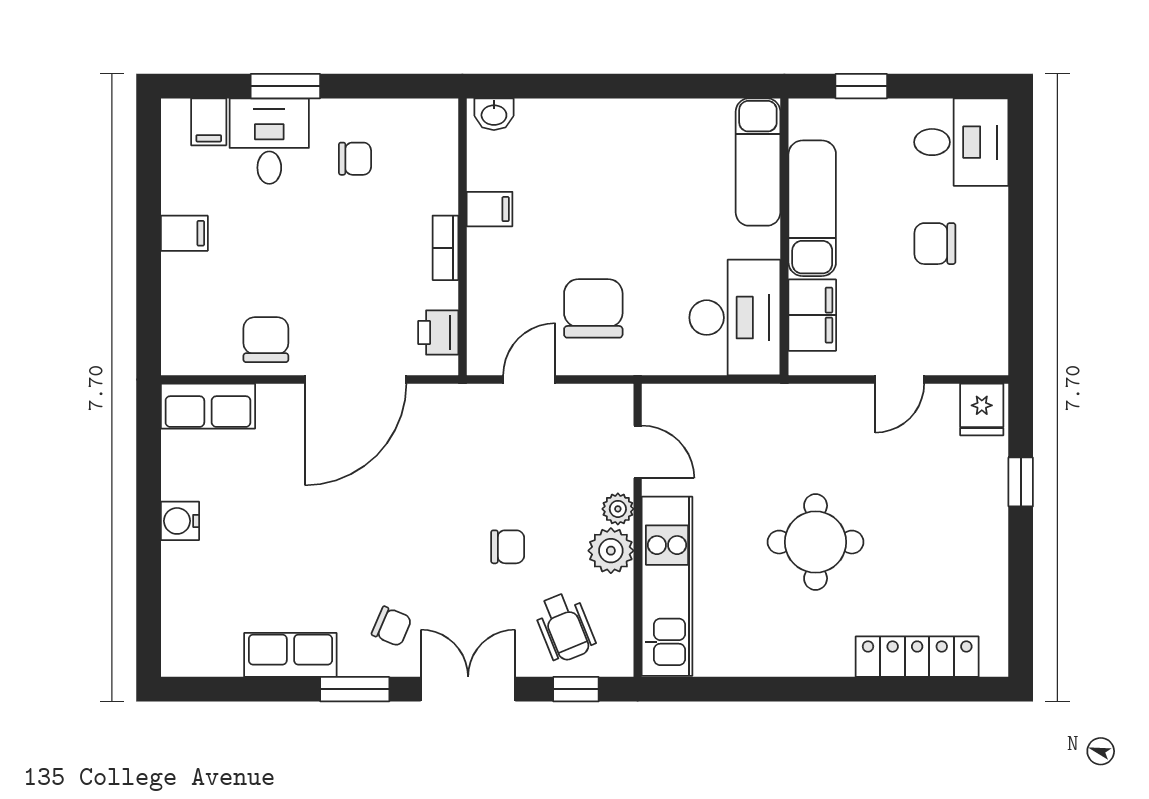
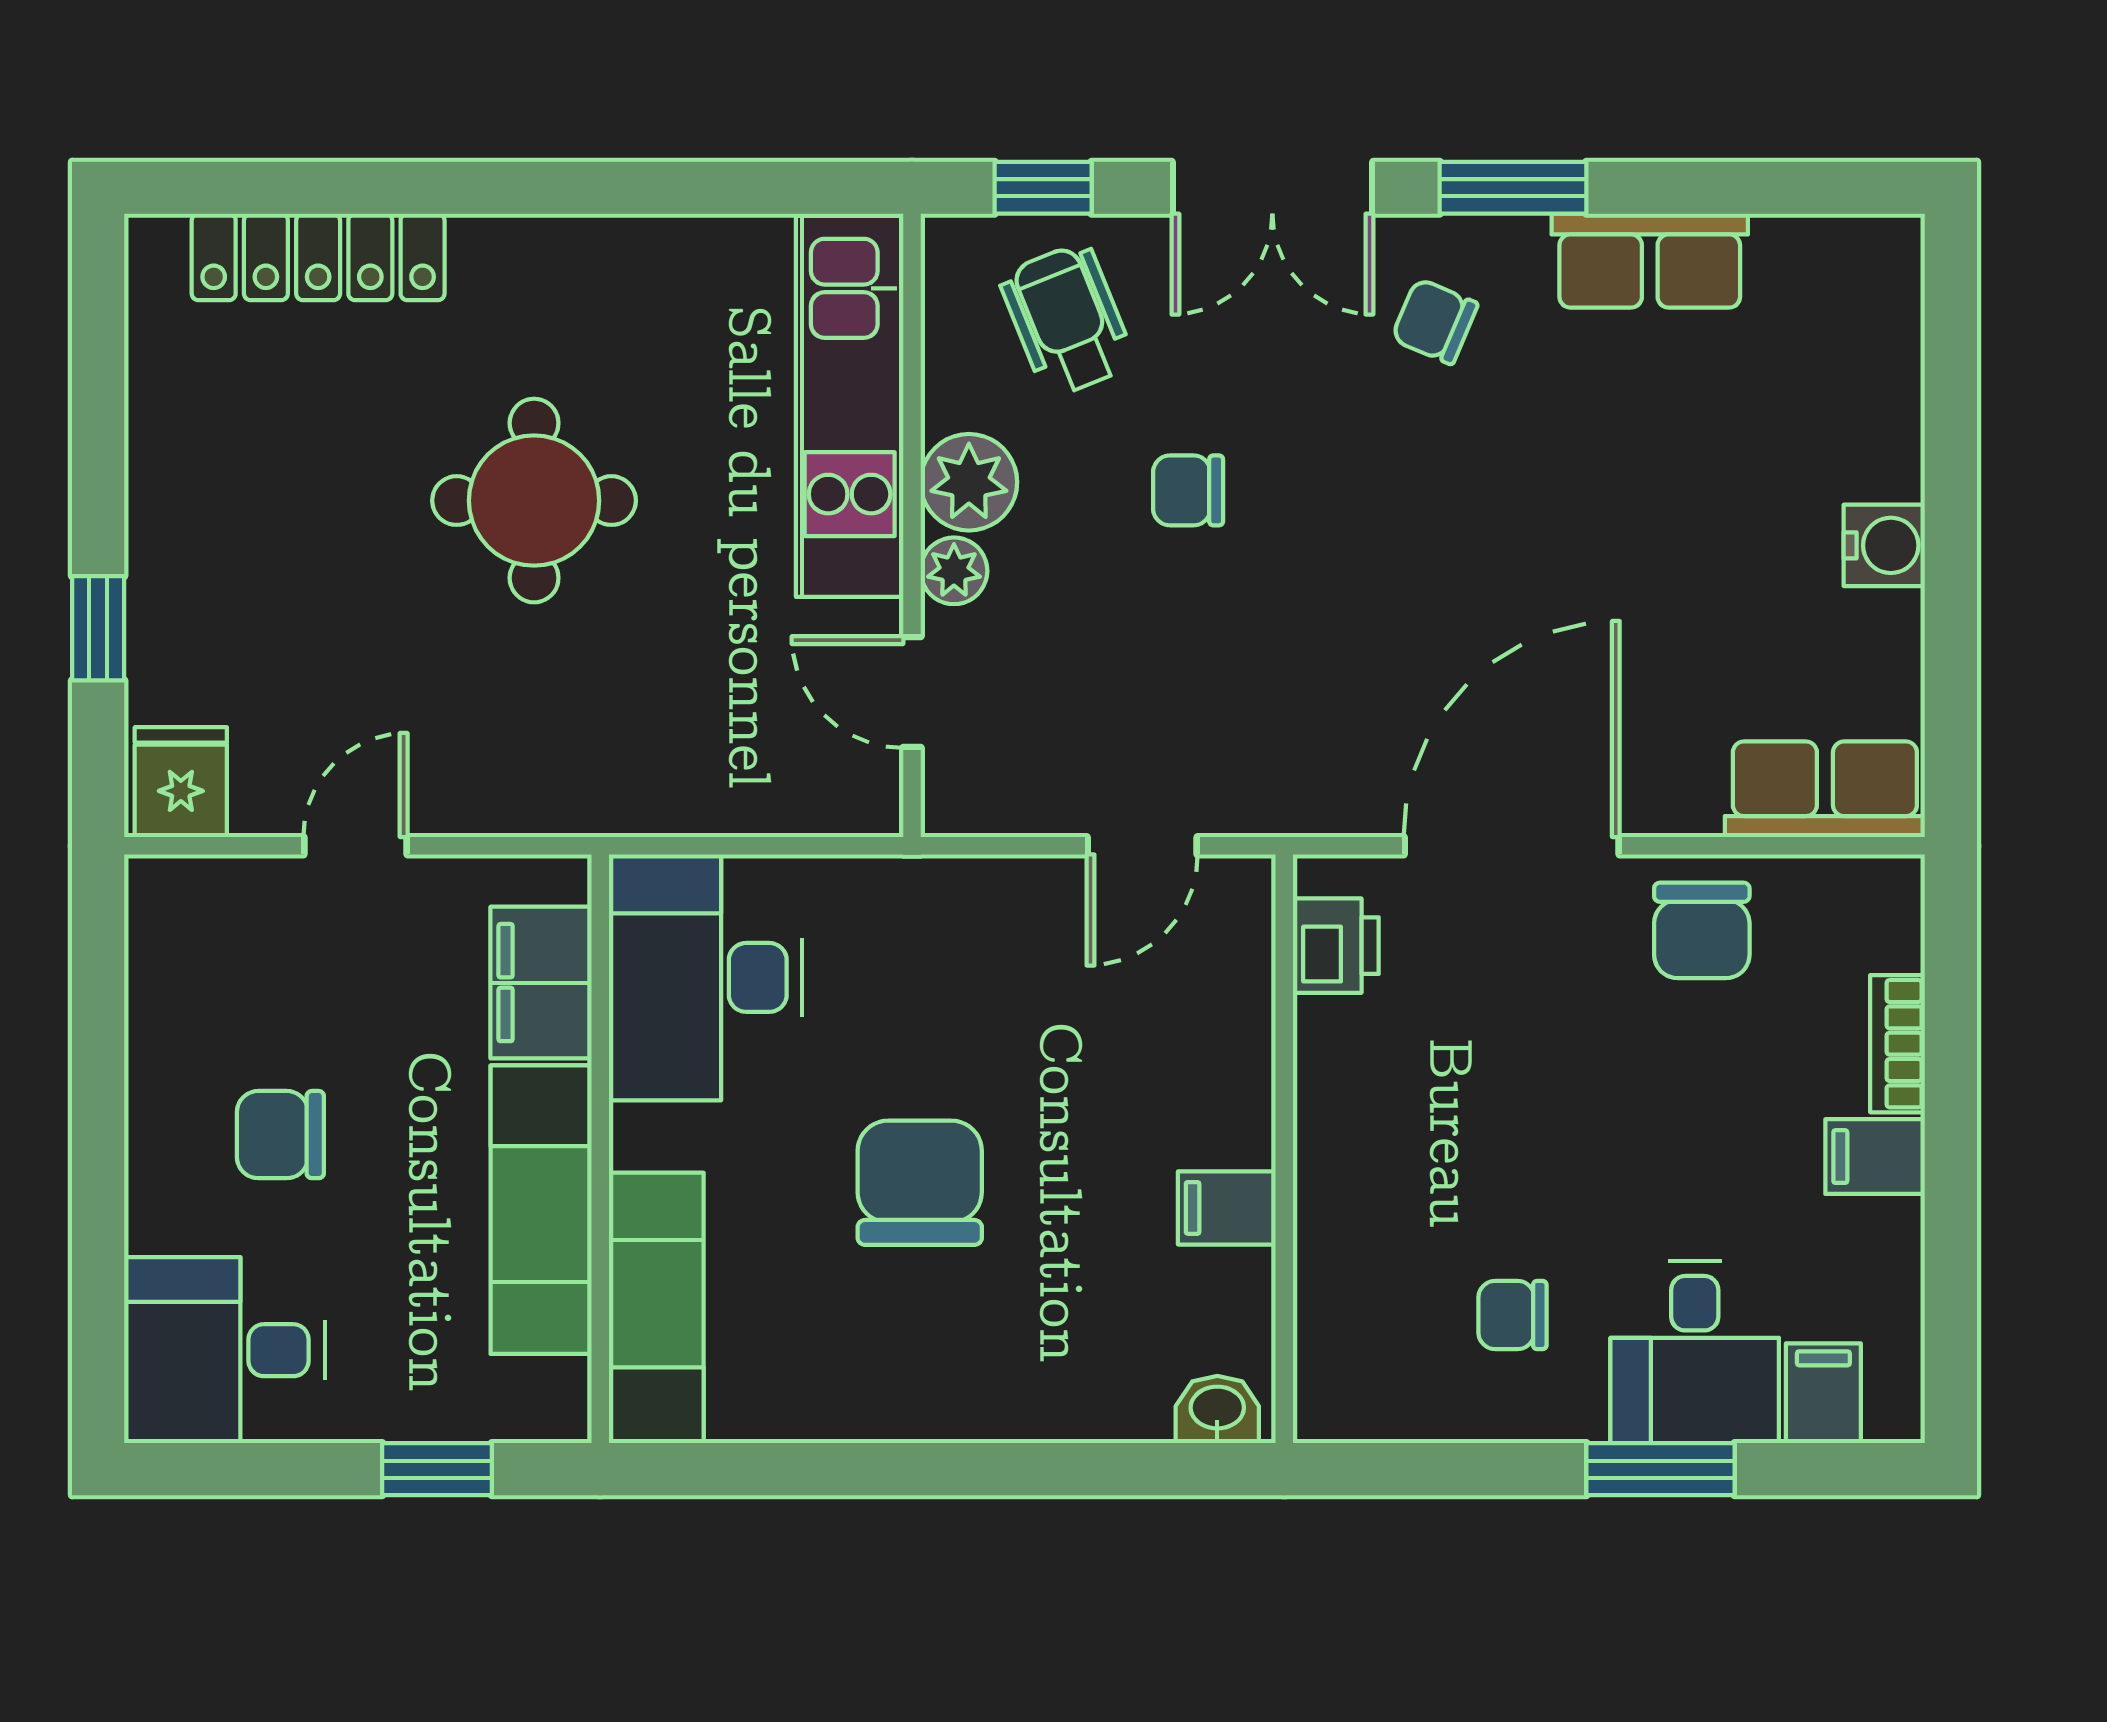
chair: (935, 244) -> (280, 1135), turned 180
bookcase: (445, 248) -> (1898, 1044), moved, turned 180
chair: (593, 308) -> (920, 1183), moved, turned 180

